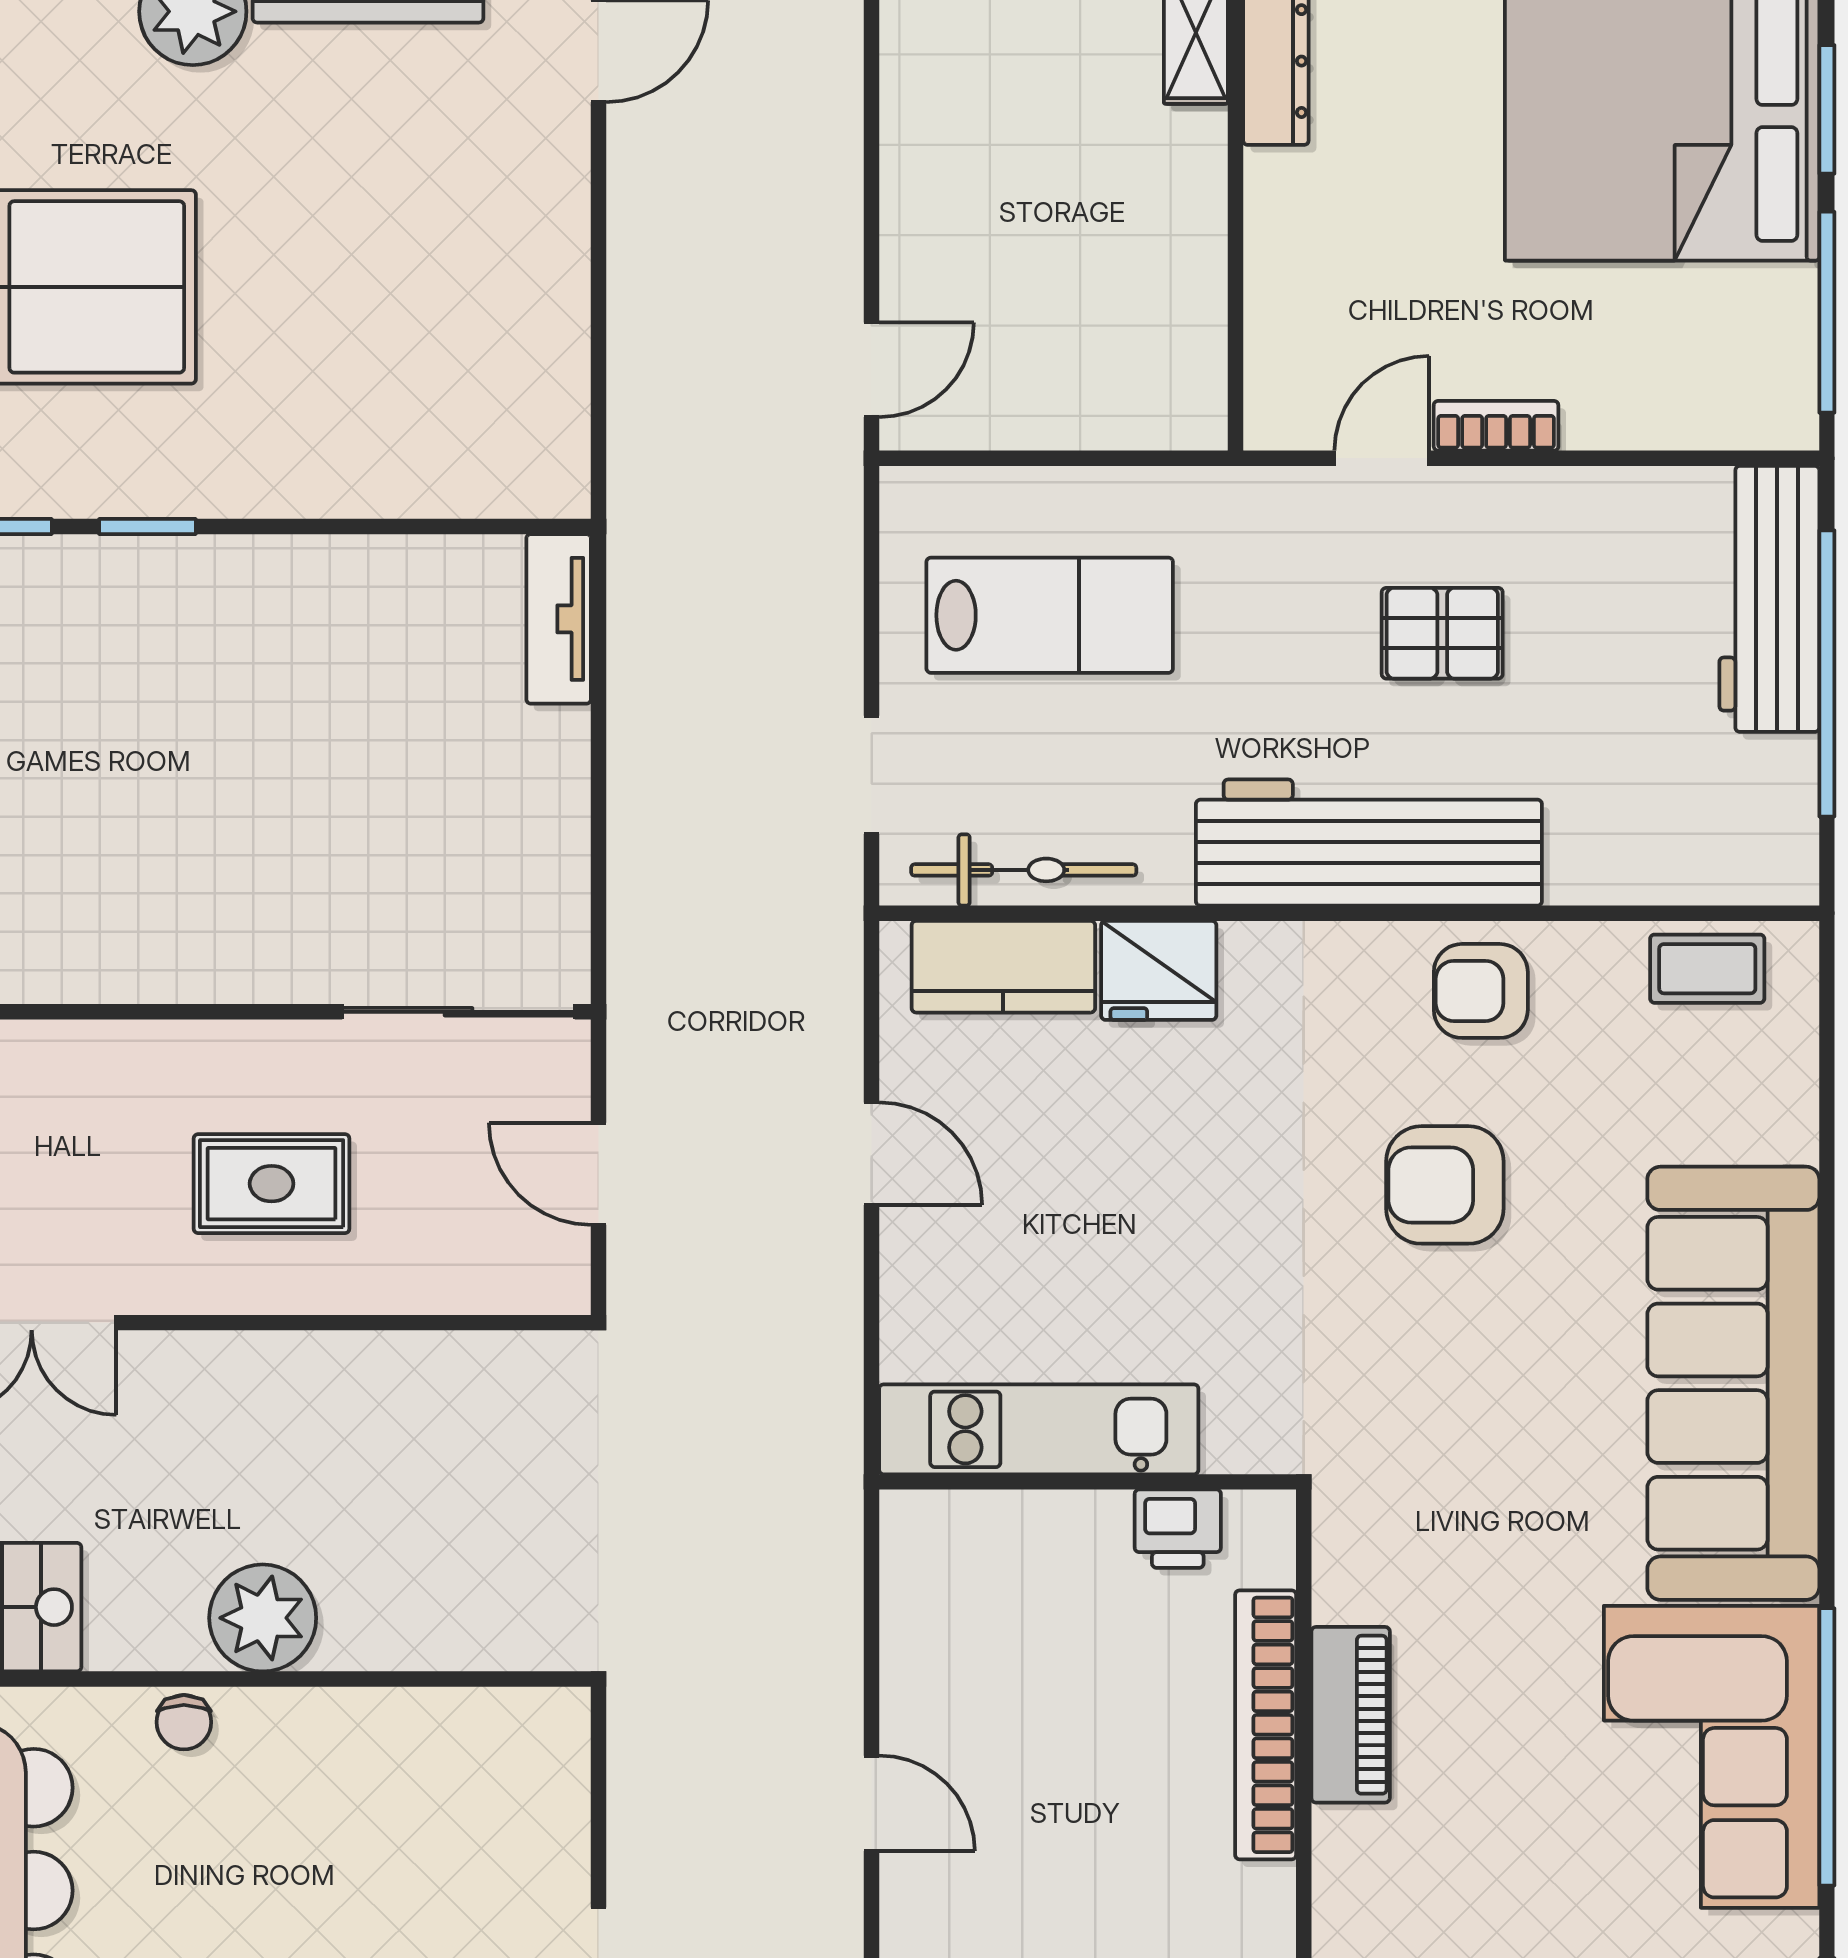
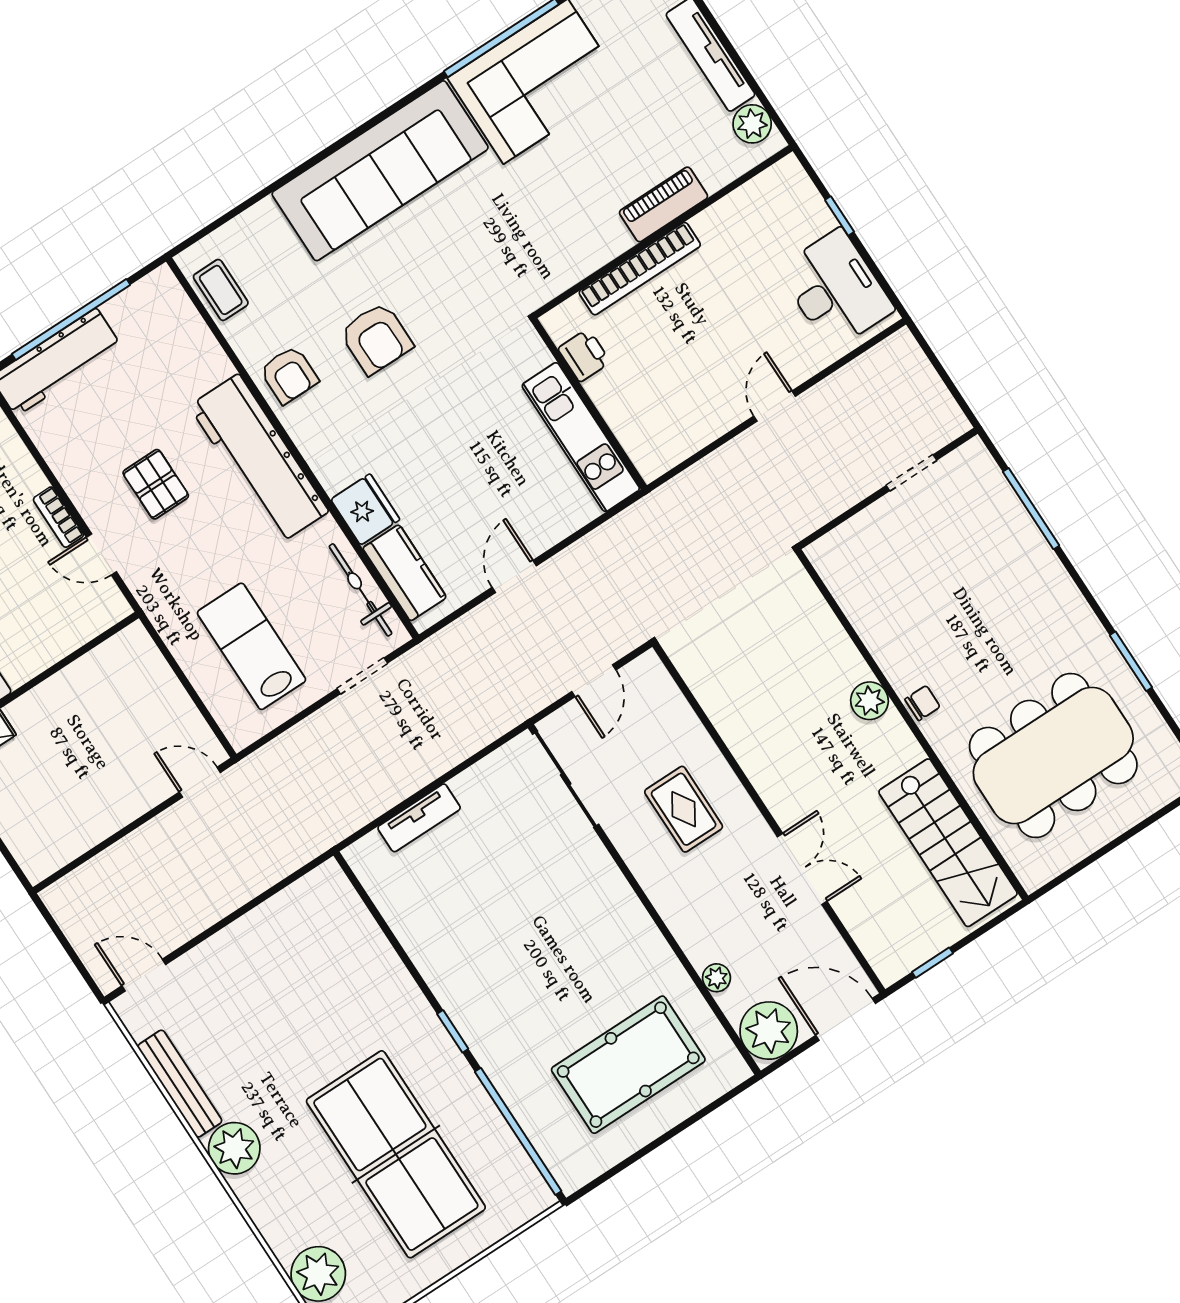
tv unit: (559, 619) -> (419, 818), moved
plant: (263, 1618) -> (869, 701), width x0.73, depth x0.73
piano: (1351, 1715) -> (663, 204), moved

